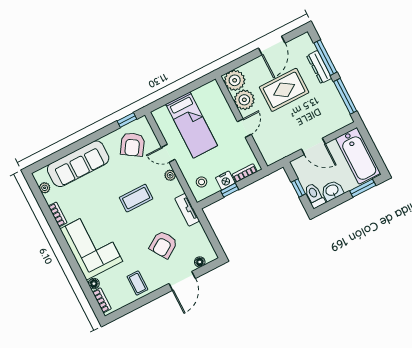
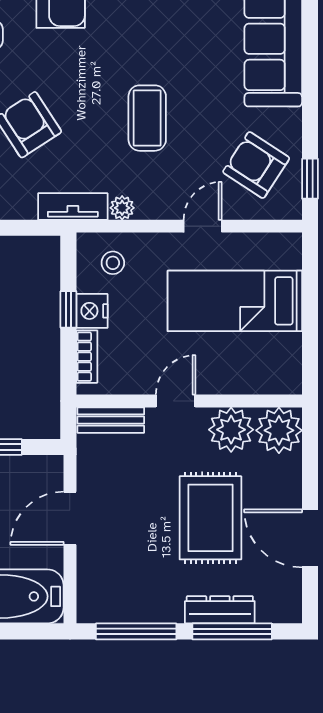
door: (244, 128) -> (176, 401), swing flipped
bench: (265, 150) -> (111, 420), added
plant: (170, 175) -> (122, 208), moved

